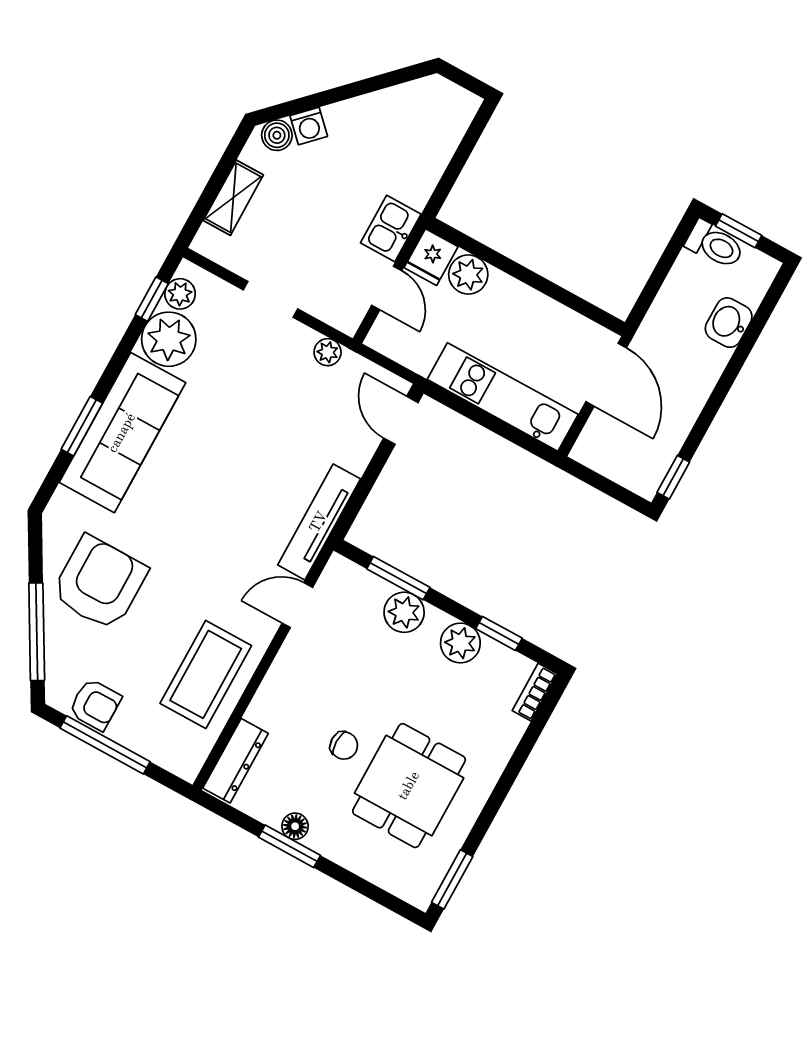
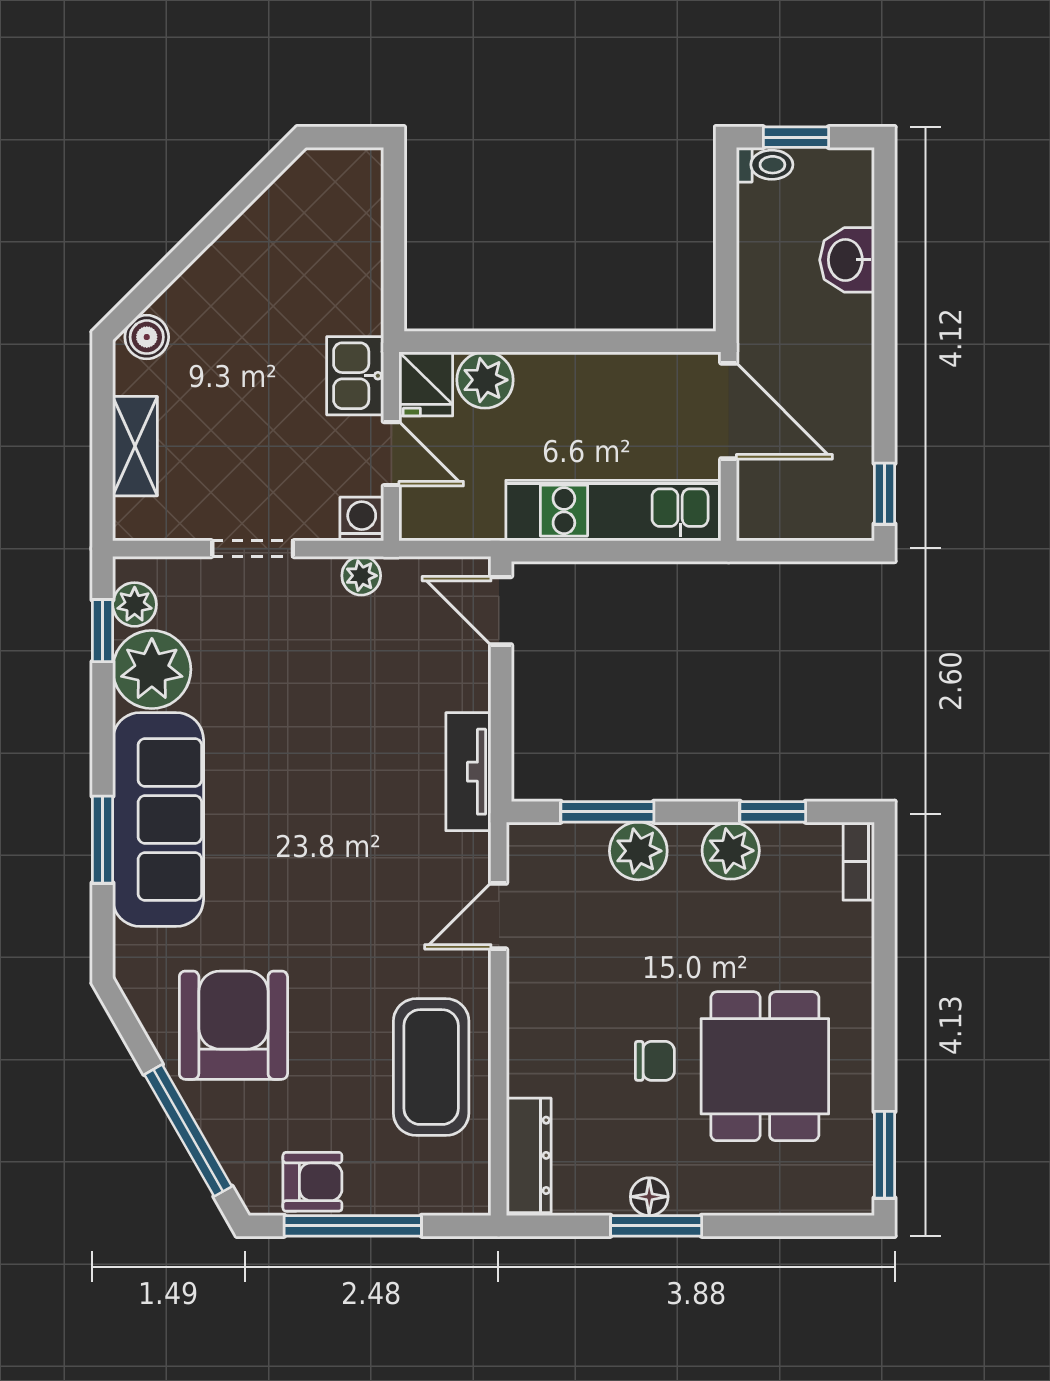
washing machine: (309, 126) -> (362, 519), moved, turned -135
toilet: (715, 245) -> (765, 165), width x0.73, depth x0.72
tv unit: (319, 522) -> (468, 772), width x0.71

